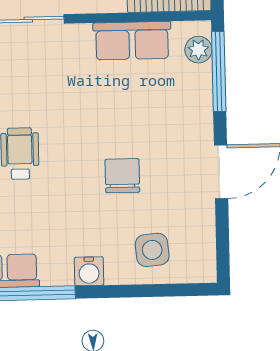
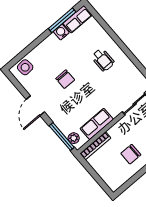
side table: (152, 250) -> (25, 67), moved
water cooler: (89, 271) -> (61, 32), moved

